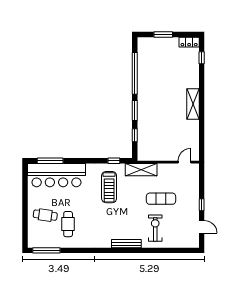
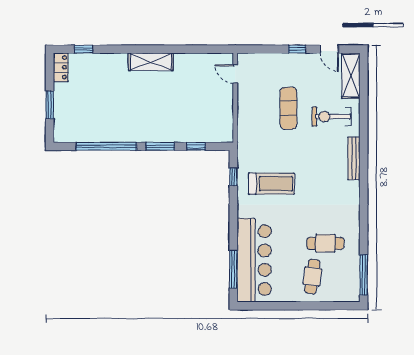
shelving: (141, 170) -> (351, 76), moved
door: (202, 227) -> (329, 49), swing flipped

